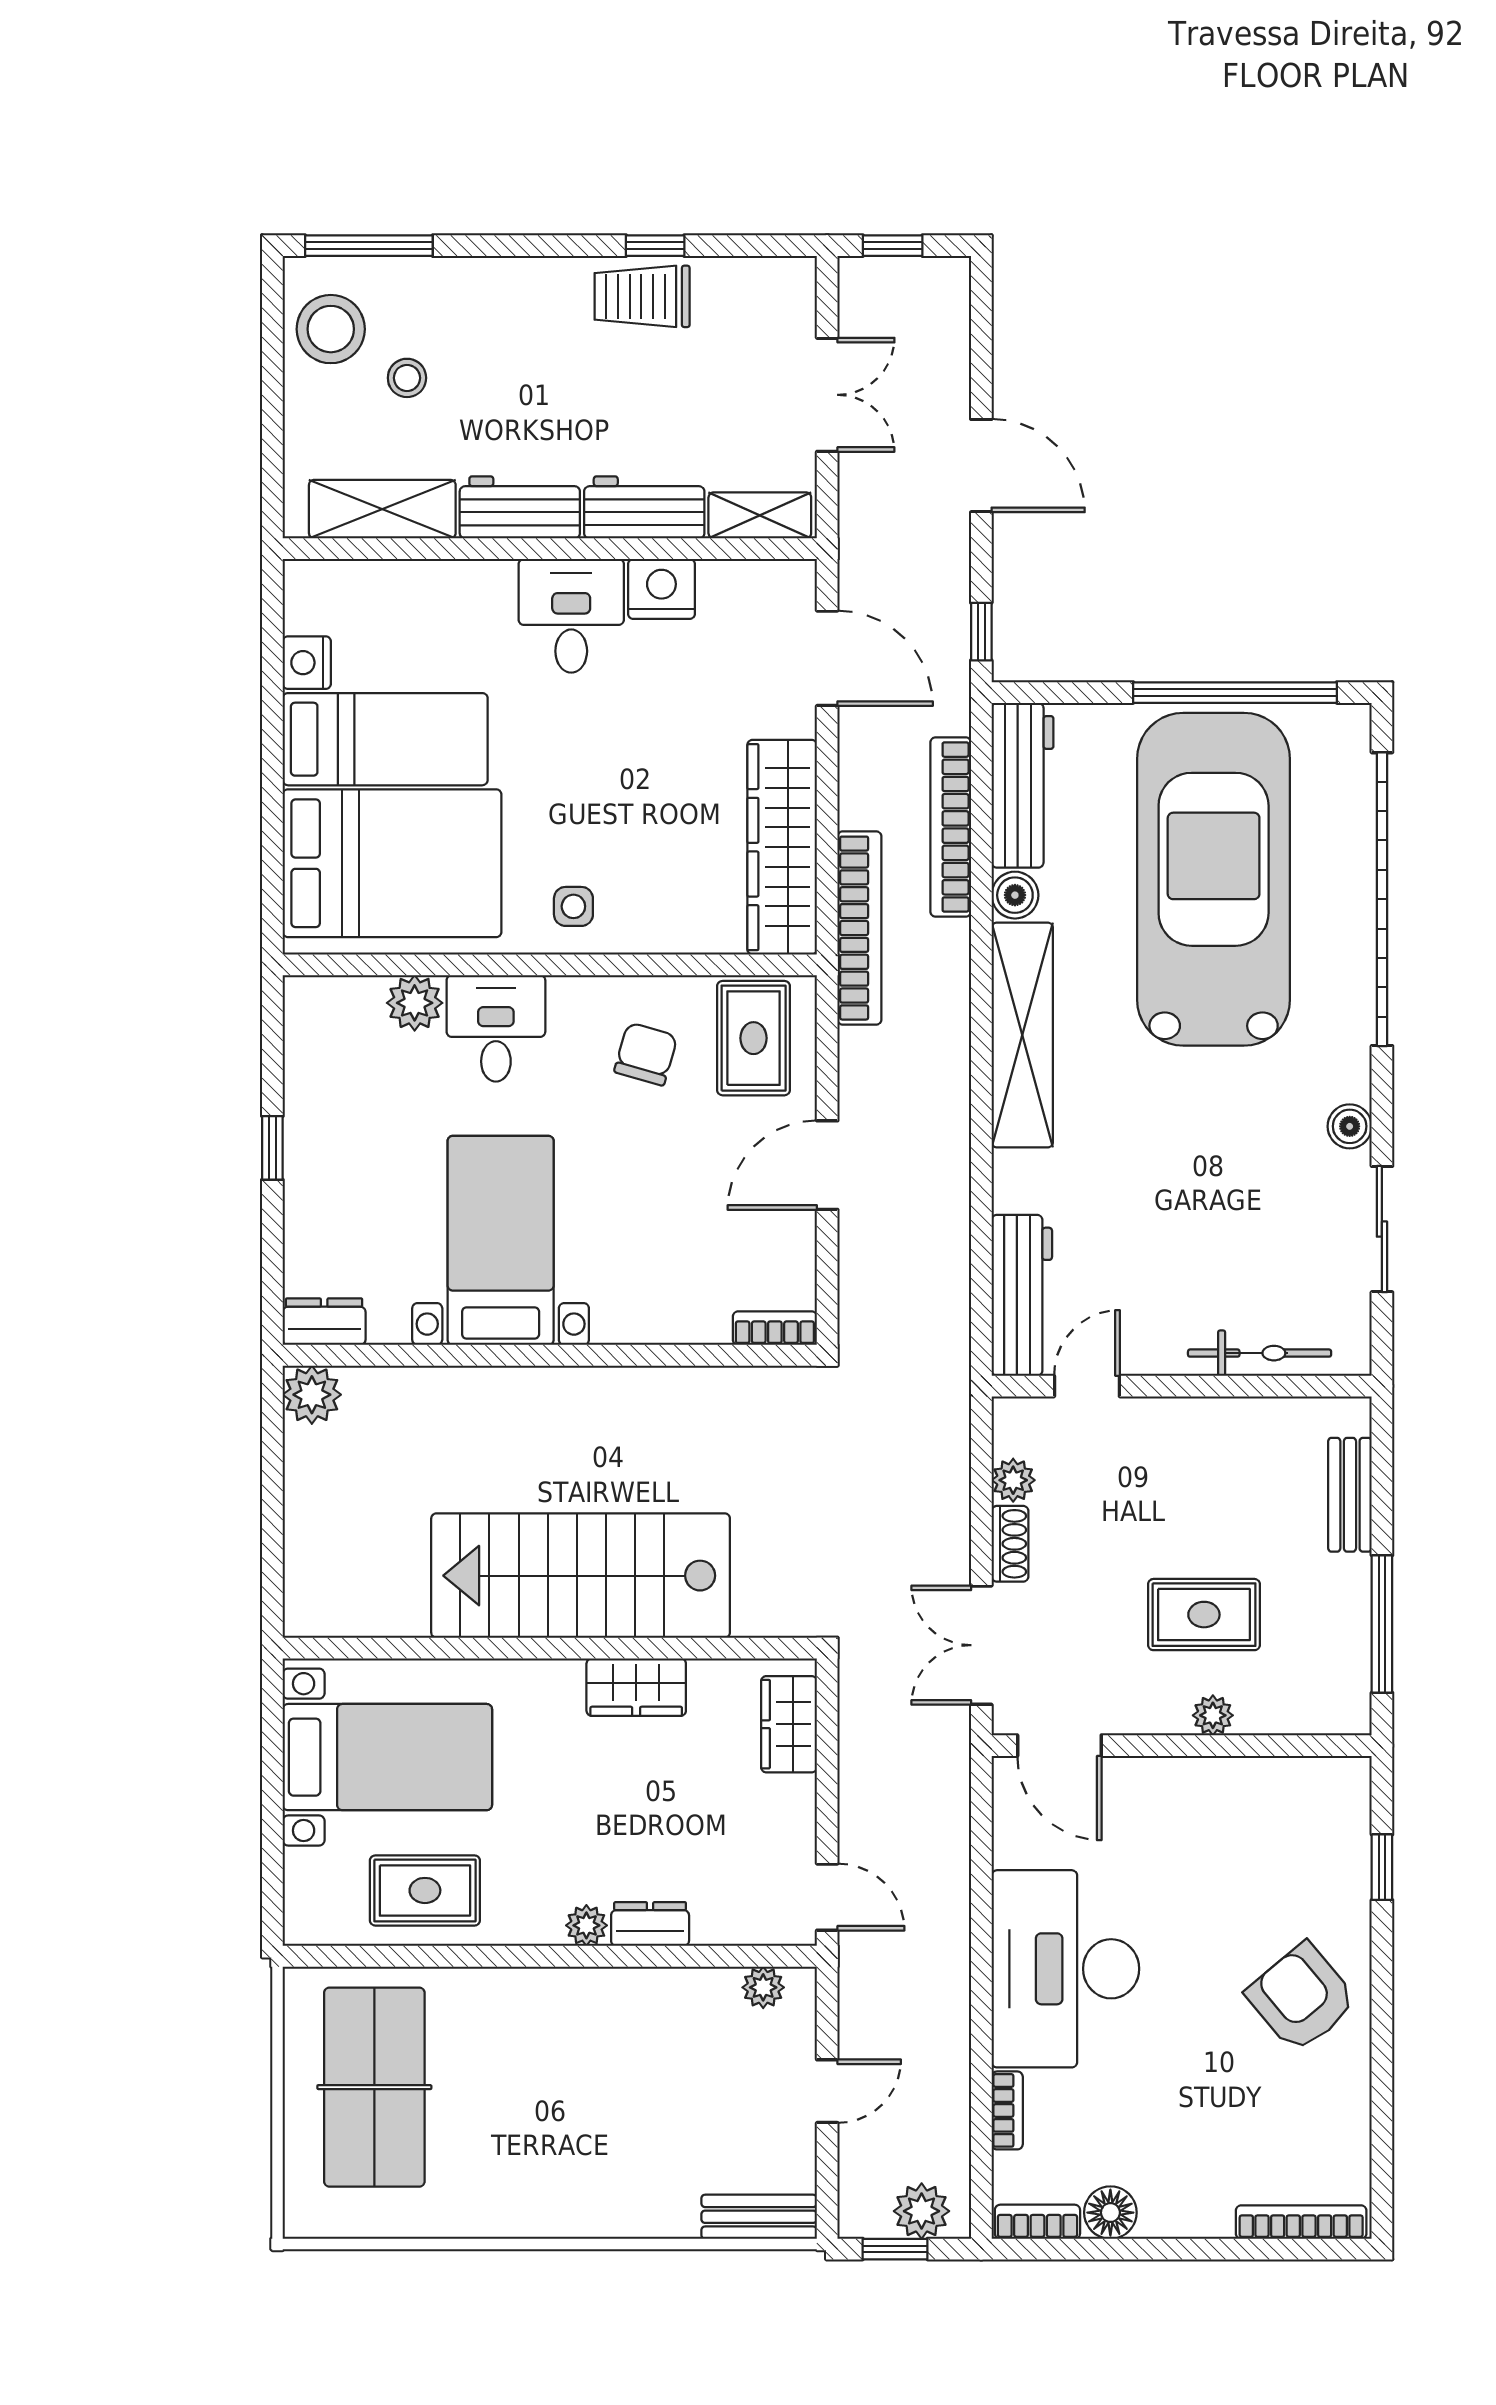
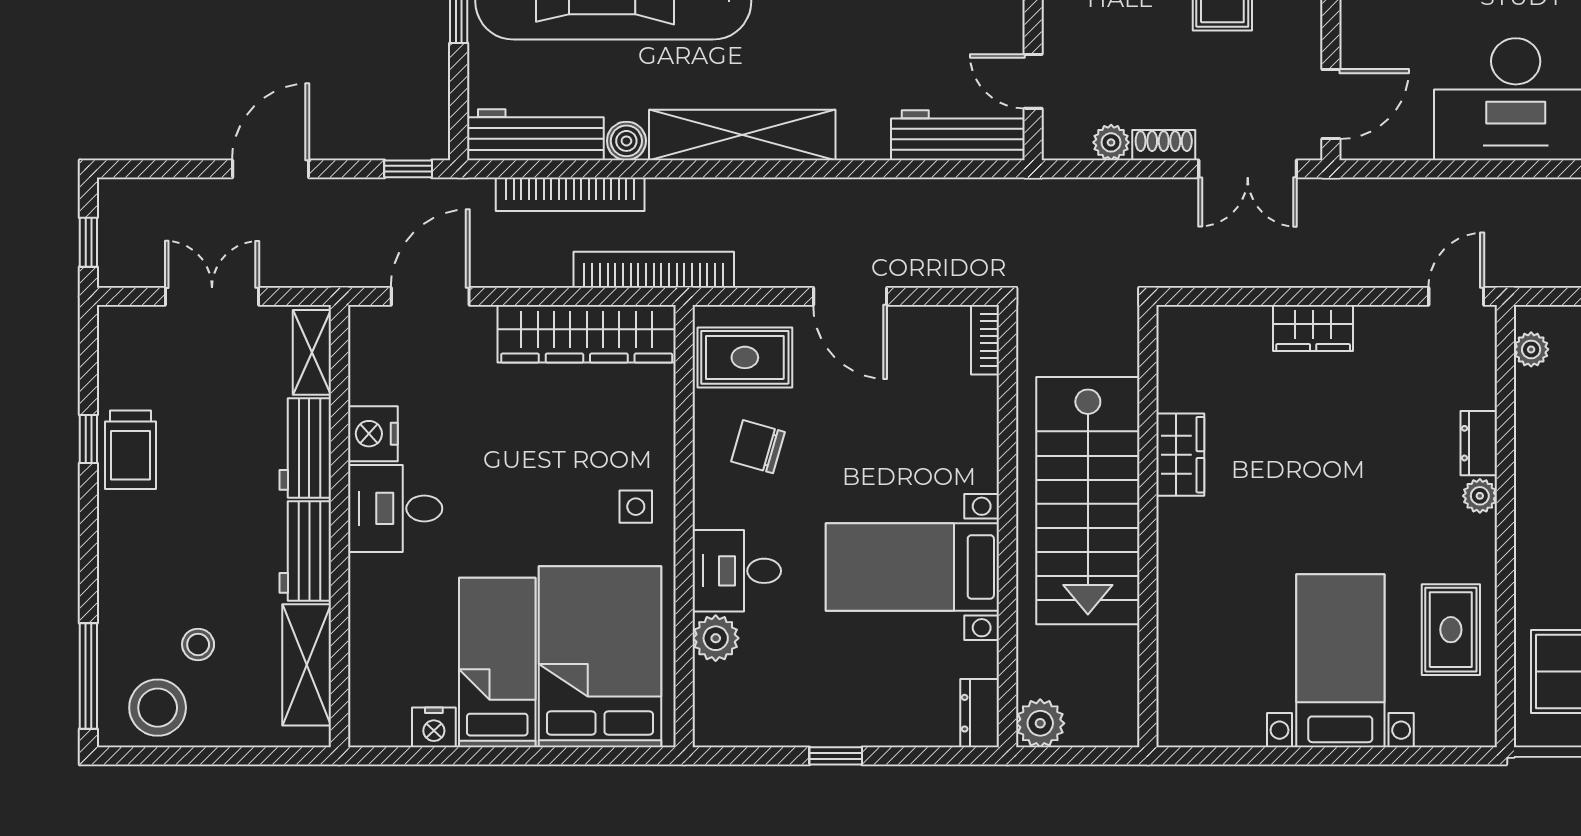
stairs: (581, 1576) -> (1088, 501), moved
wall: (550, 1648) -> (1148, 526), moved
wardrobe: (636, 1687) -> (1180, 455), moved

